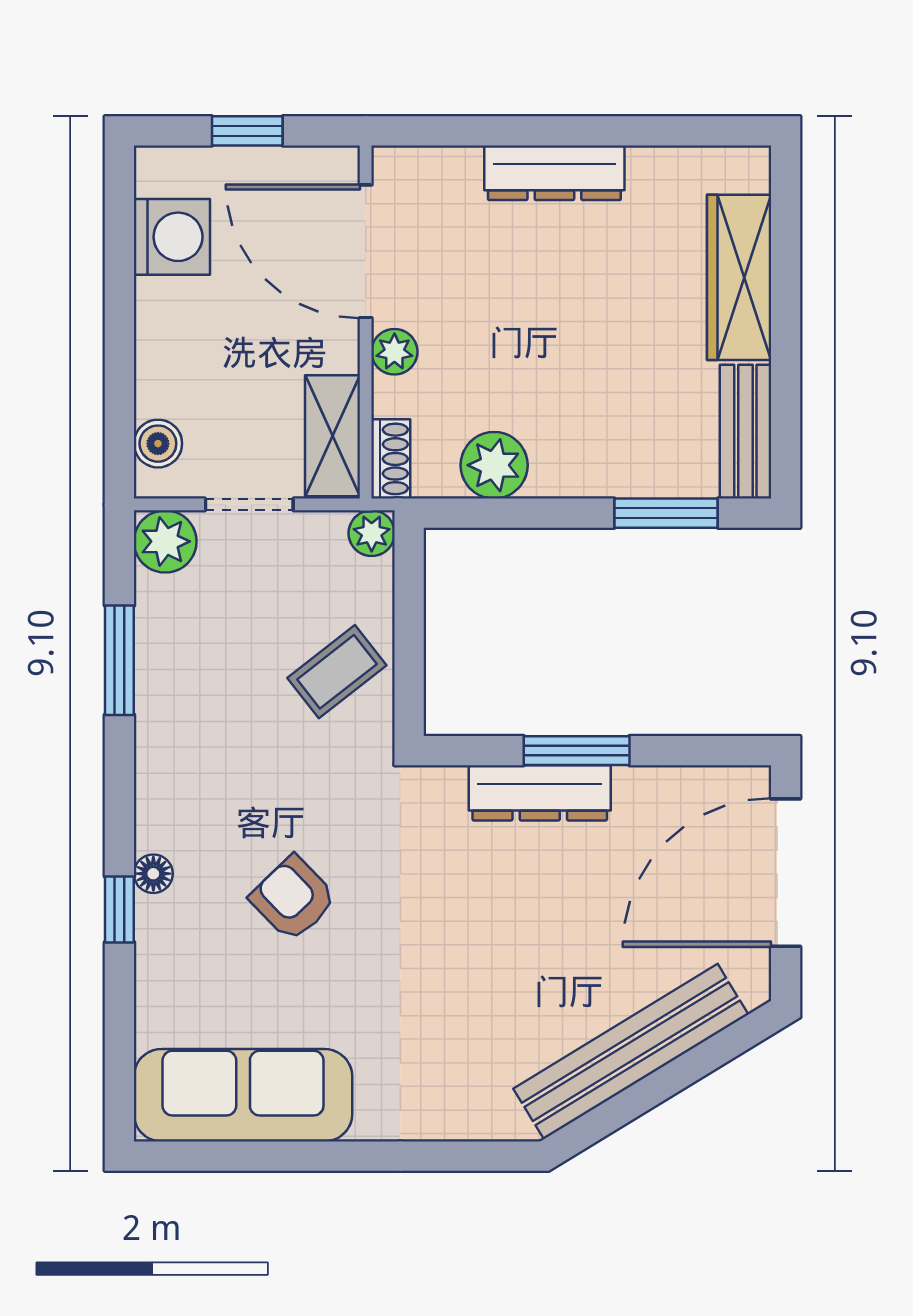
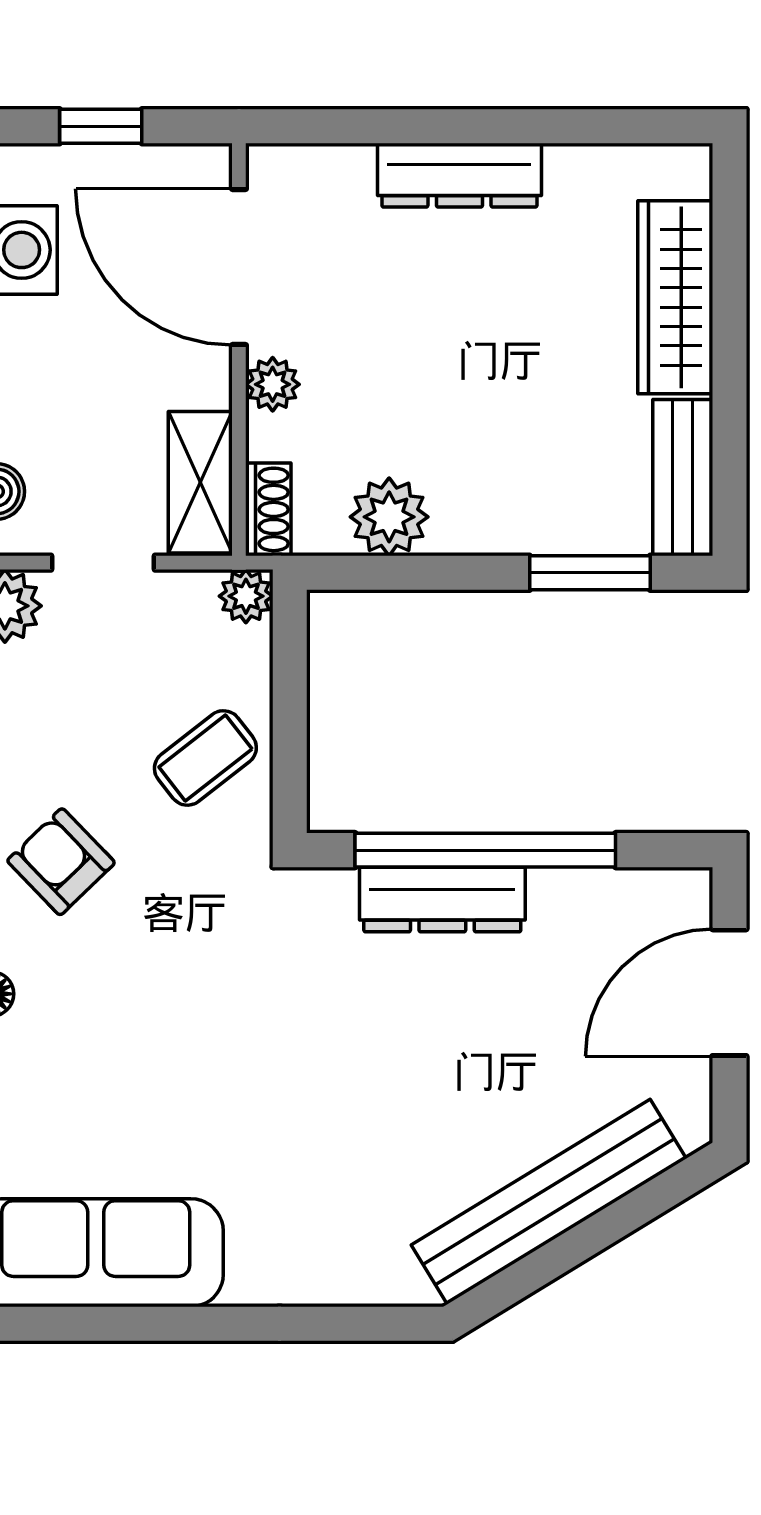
window: (577, 751) -> (485, 850), width x2.11
door: (786, 873) -> (729, 993), width x0.73
armchair: (293, 898) -> (61, 862), moved

